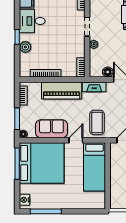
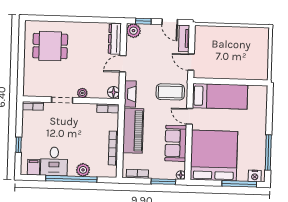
window: (17, 37) -> (71, 179), width x3.17
floor lamp: (108, 72) -> (113, 92), moved
window: (17, 164) -> (239, 184), moved

